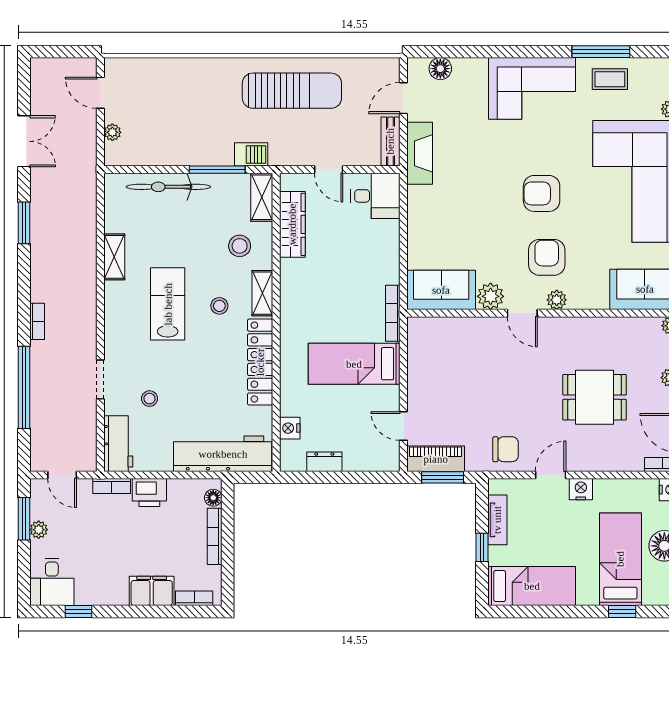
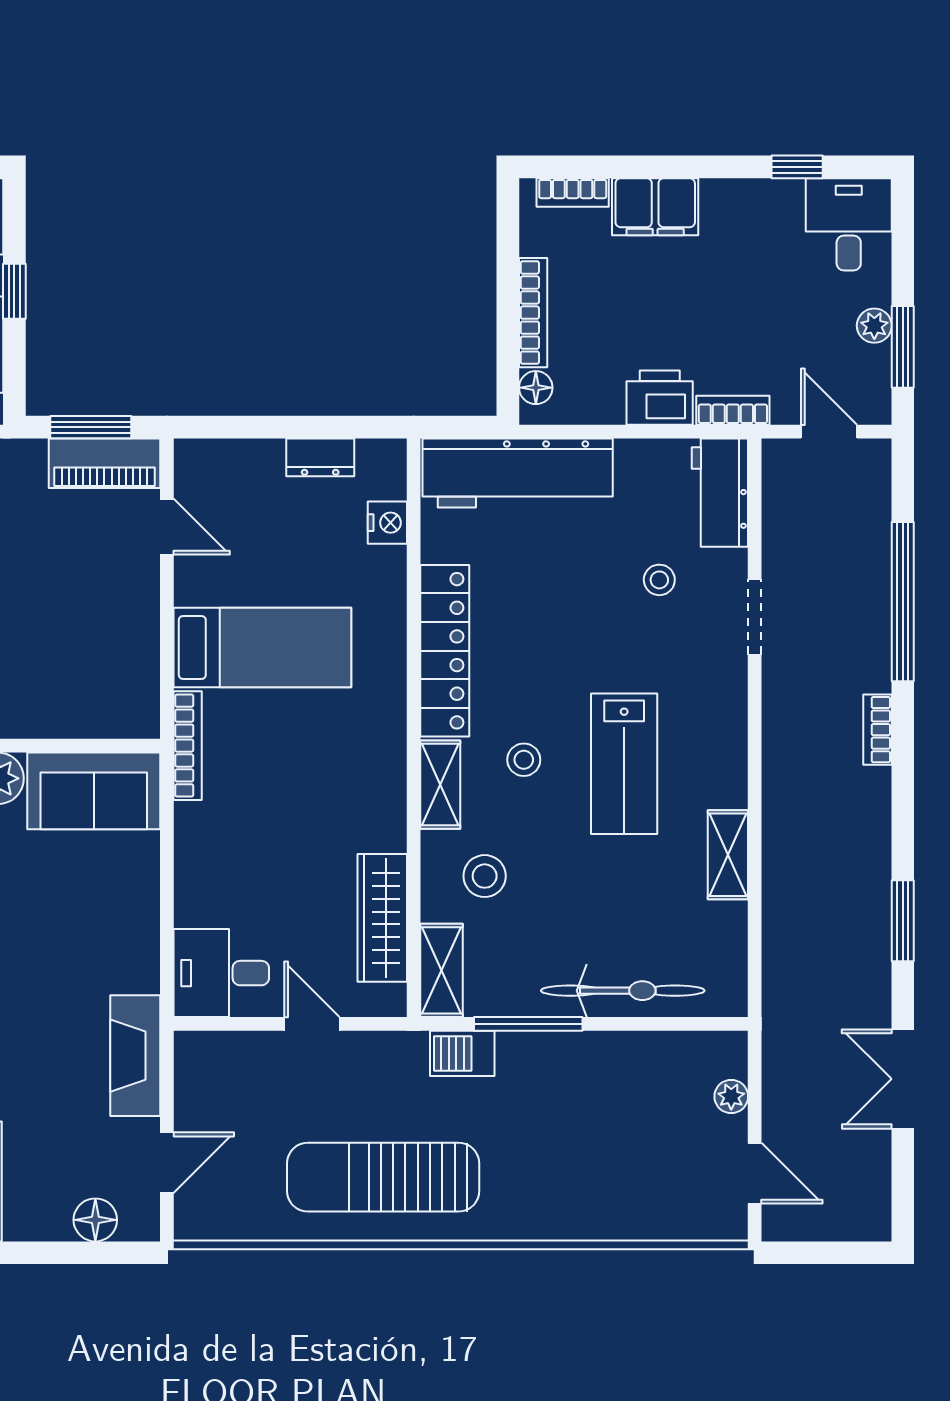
bench: (390, 141) -> (192, 1079), removed

